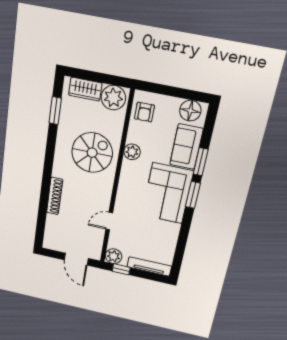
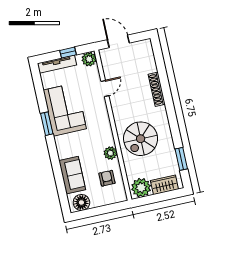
armchair: (144, 112) -> (107, 178), moved
window: (201, 162) -> (57, 168), removed
corner sofa: (167, 193) -> (65, 109), moved
window: (193, 195) -> (47, 124), moved
window: (121, 269) -> (68, 53), moved

